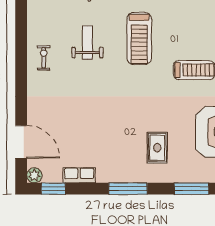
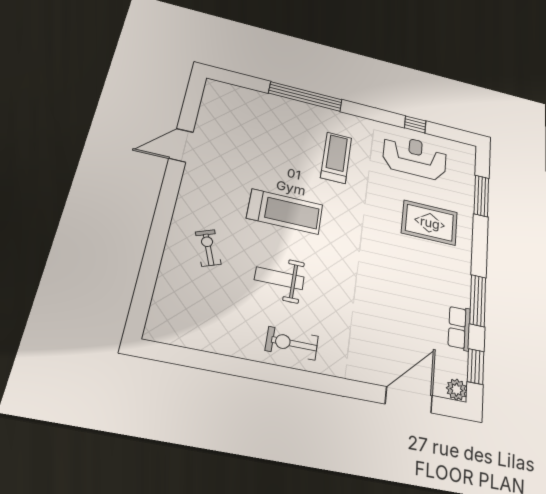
exercise bike: (44, 58) -> (292, 343), width x1.38, depth x1.39
rug: (157, 148) -> (430, 223), width x1.36, depth x1.43
window: (128, 189) -> (478, 301), moved

